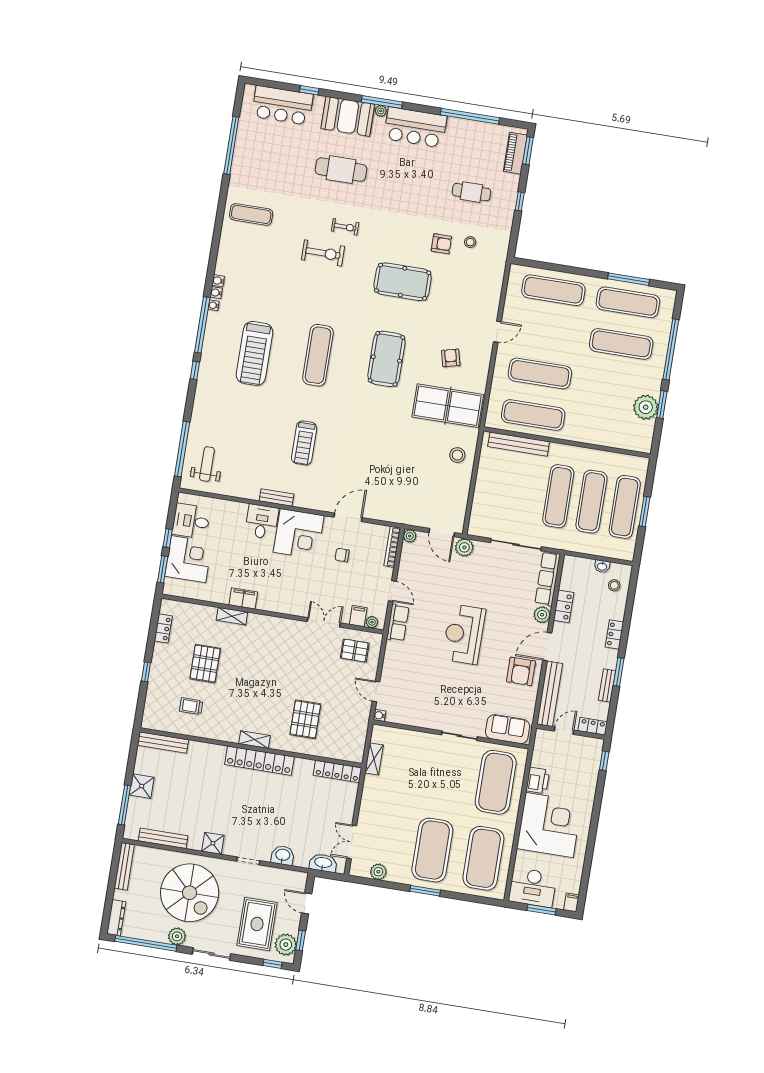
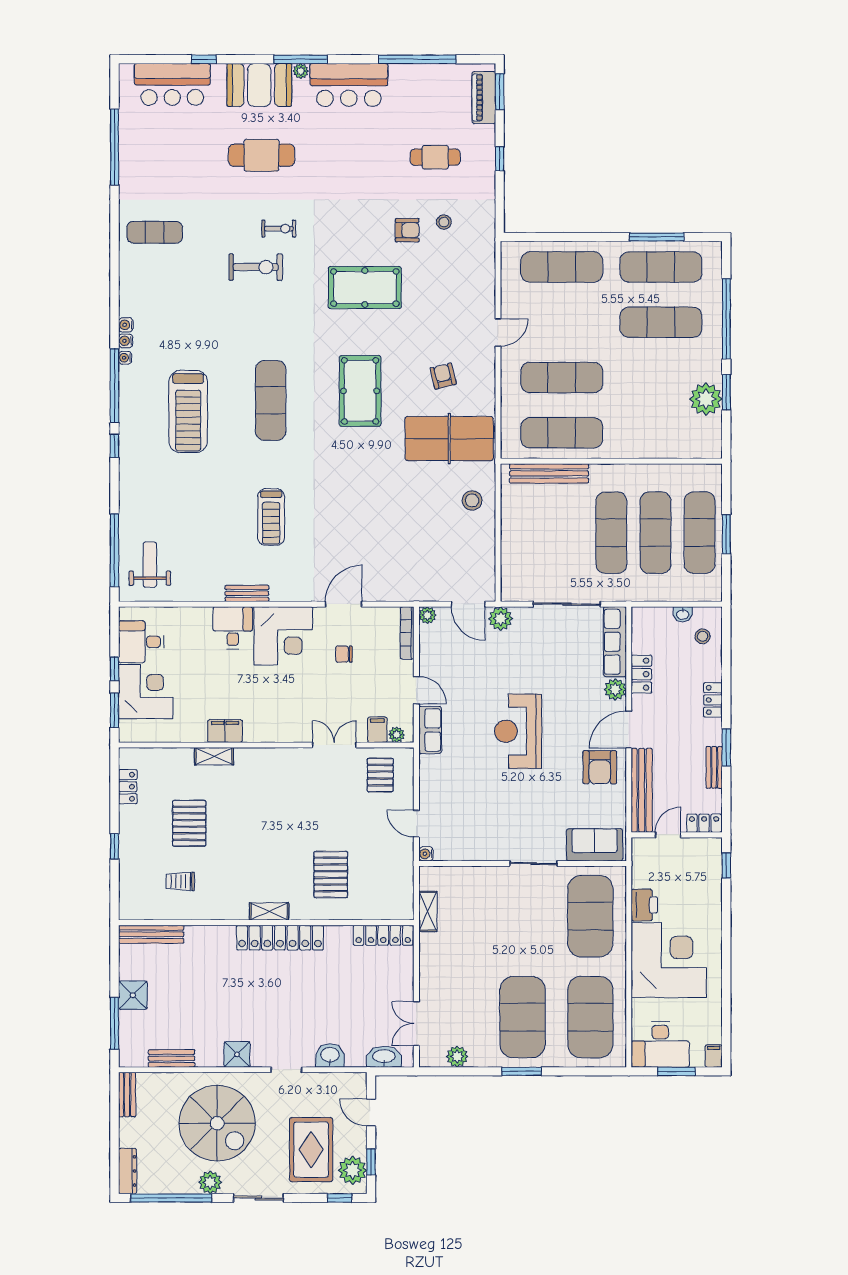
pallet: (355, 650) -> (380, 775), turned 90
bench: (163, 838) -> (172, 1058), width x0.73
bench: (124, 866) -> (127, 1095), width x0.73

